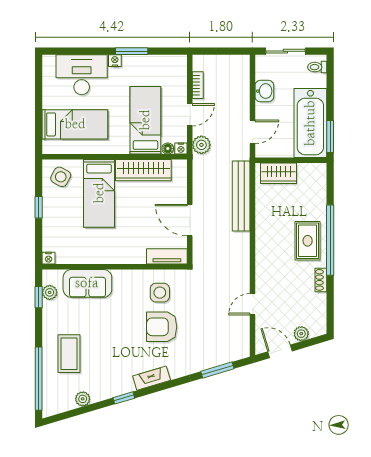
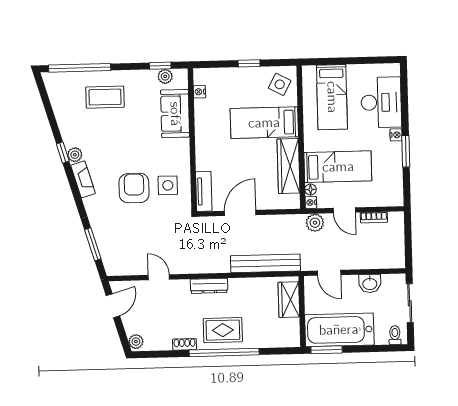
dresser: (262, 254) -> (209, 286), added
nightstand: (49, 258) -> (199, 92), moved
plant: (301, 334) -> (136, 342), moved
plant: (83, 399) -> (75, 155), moved

